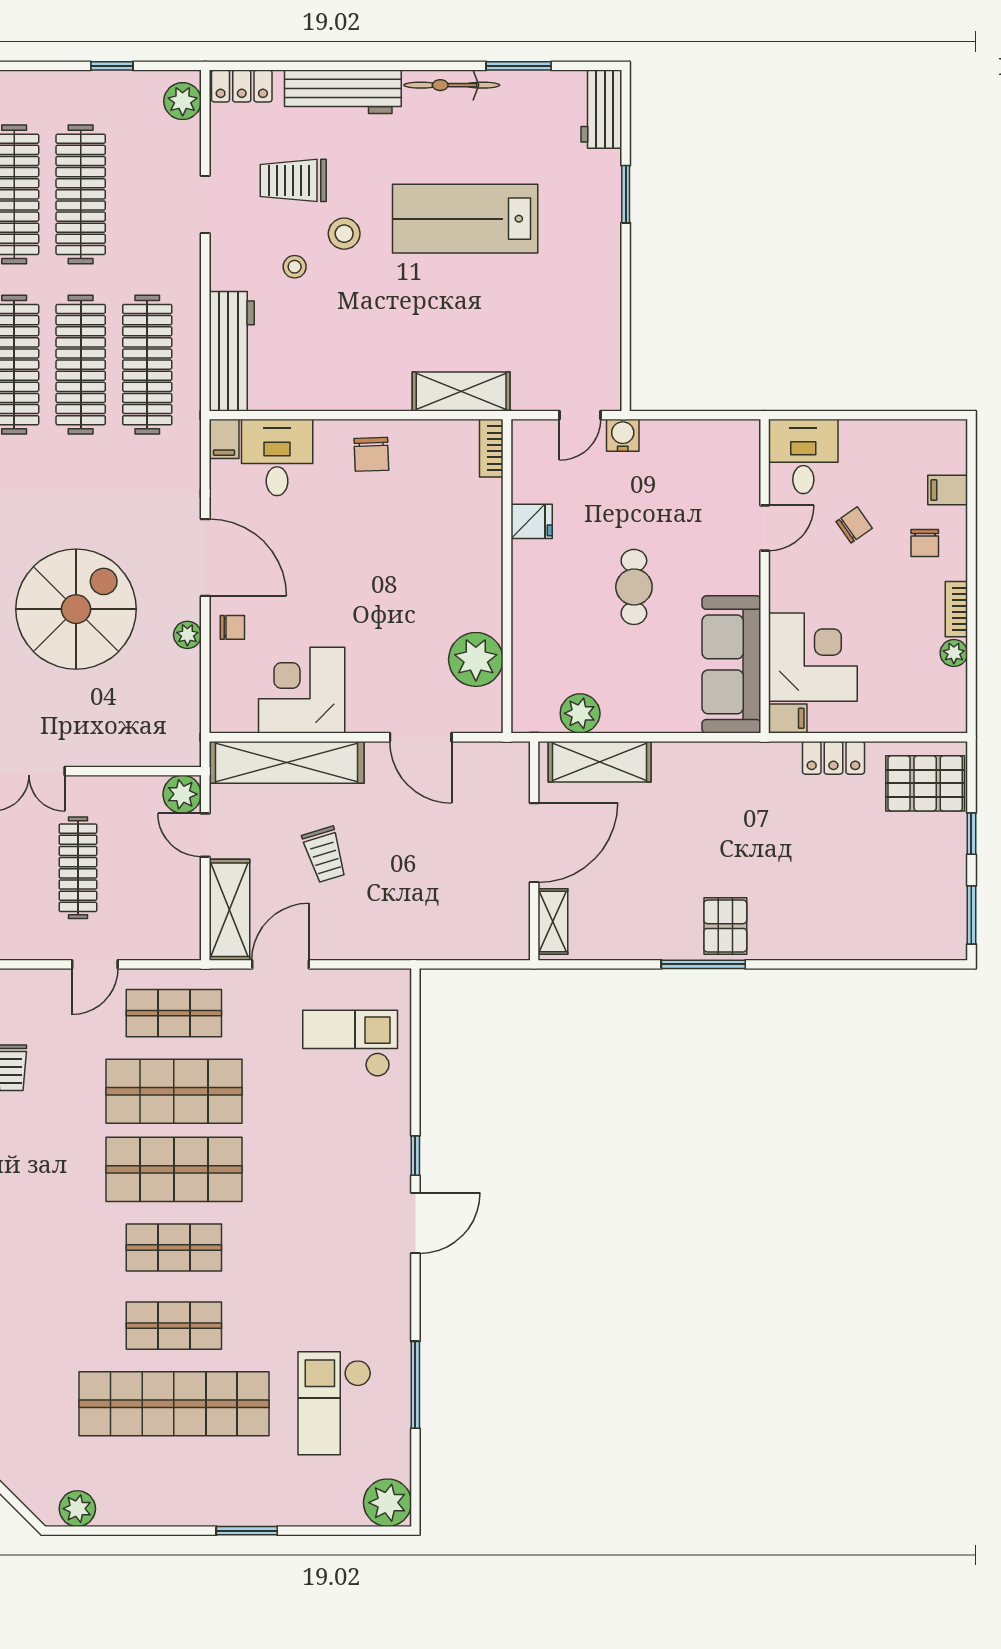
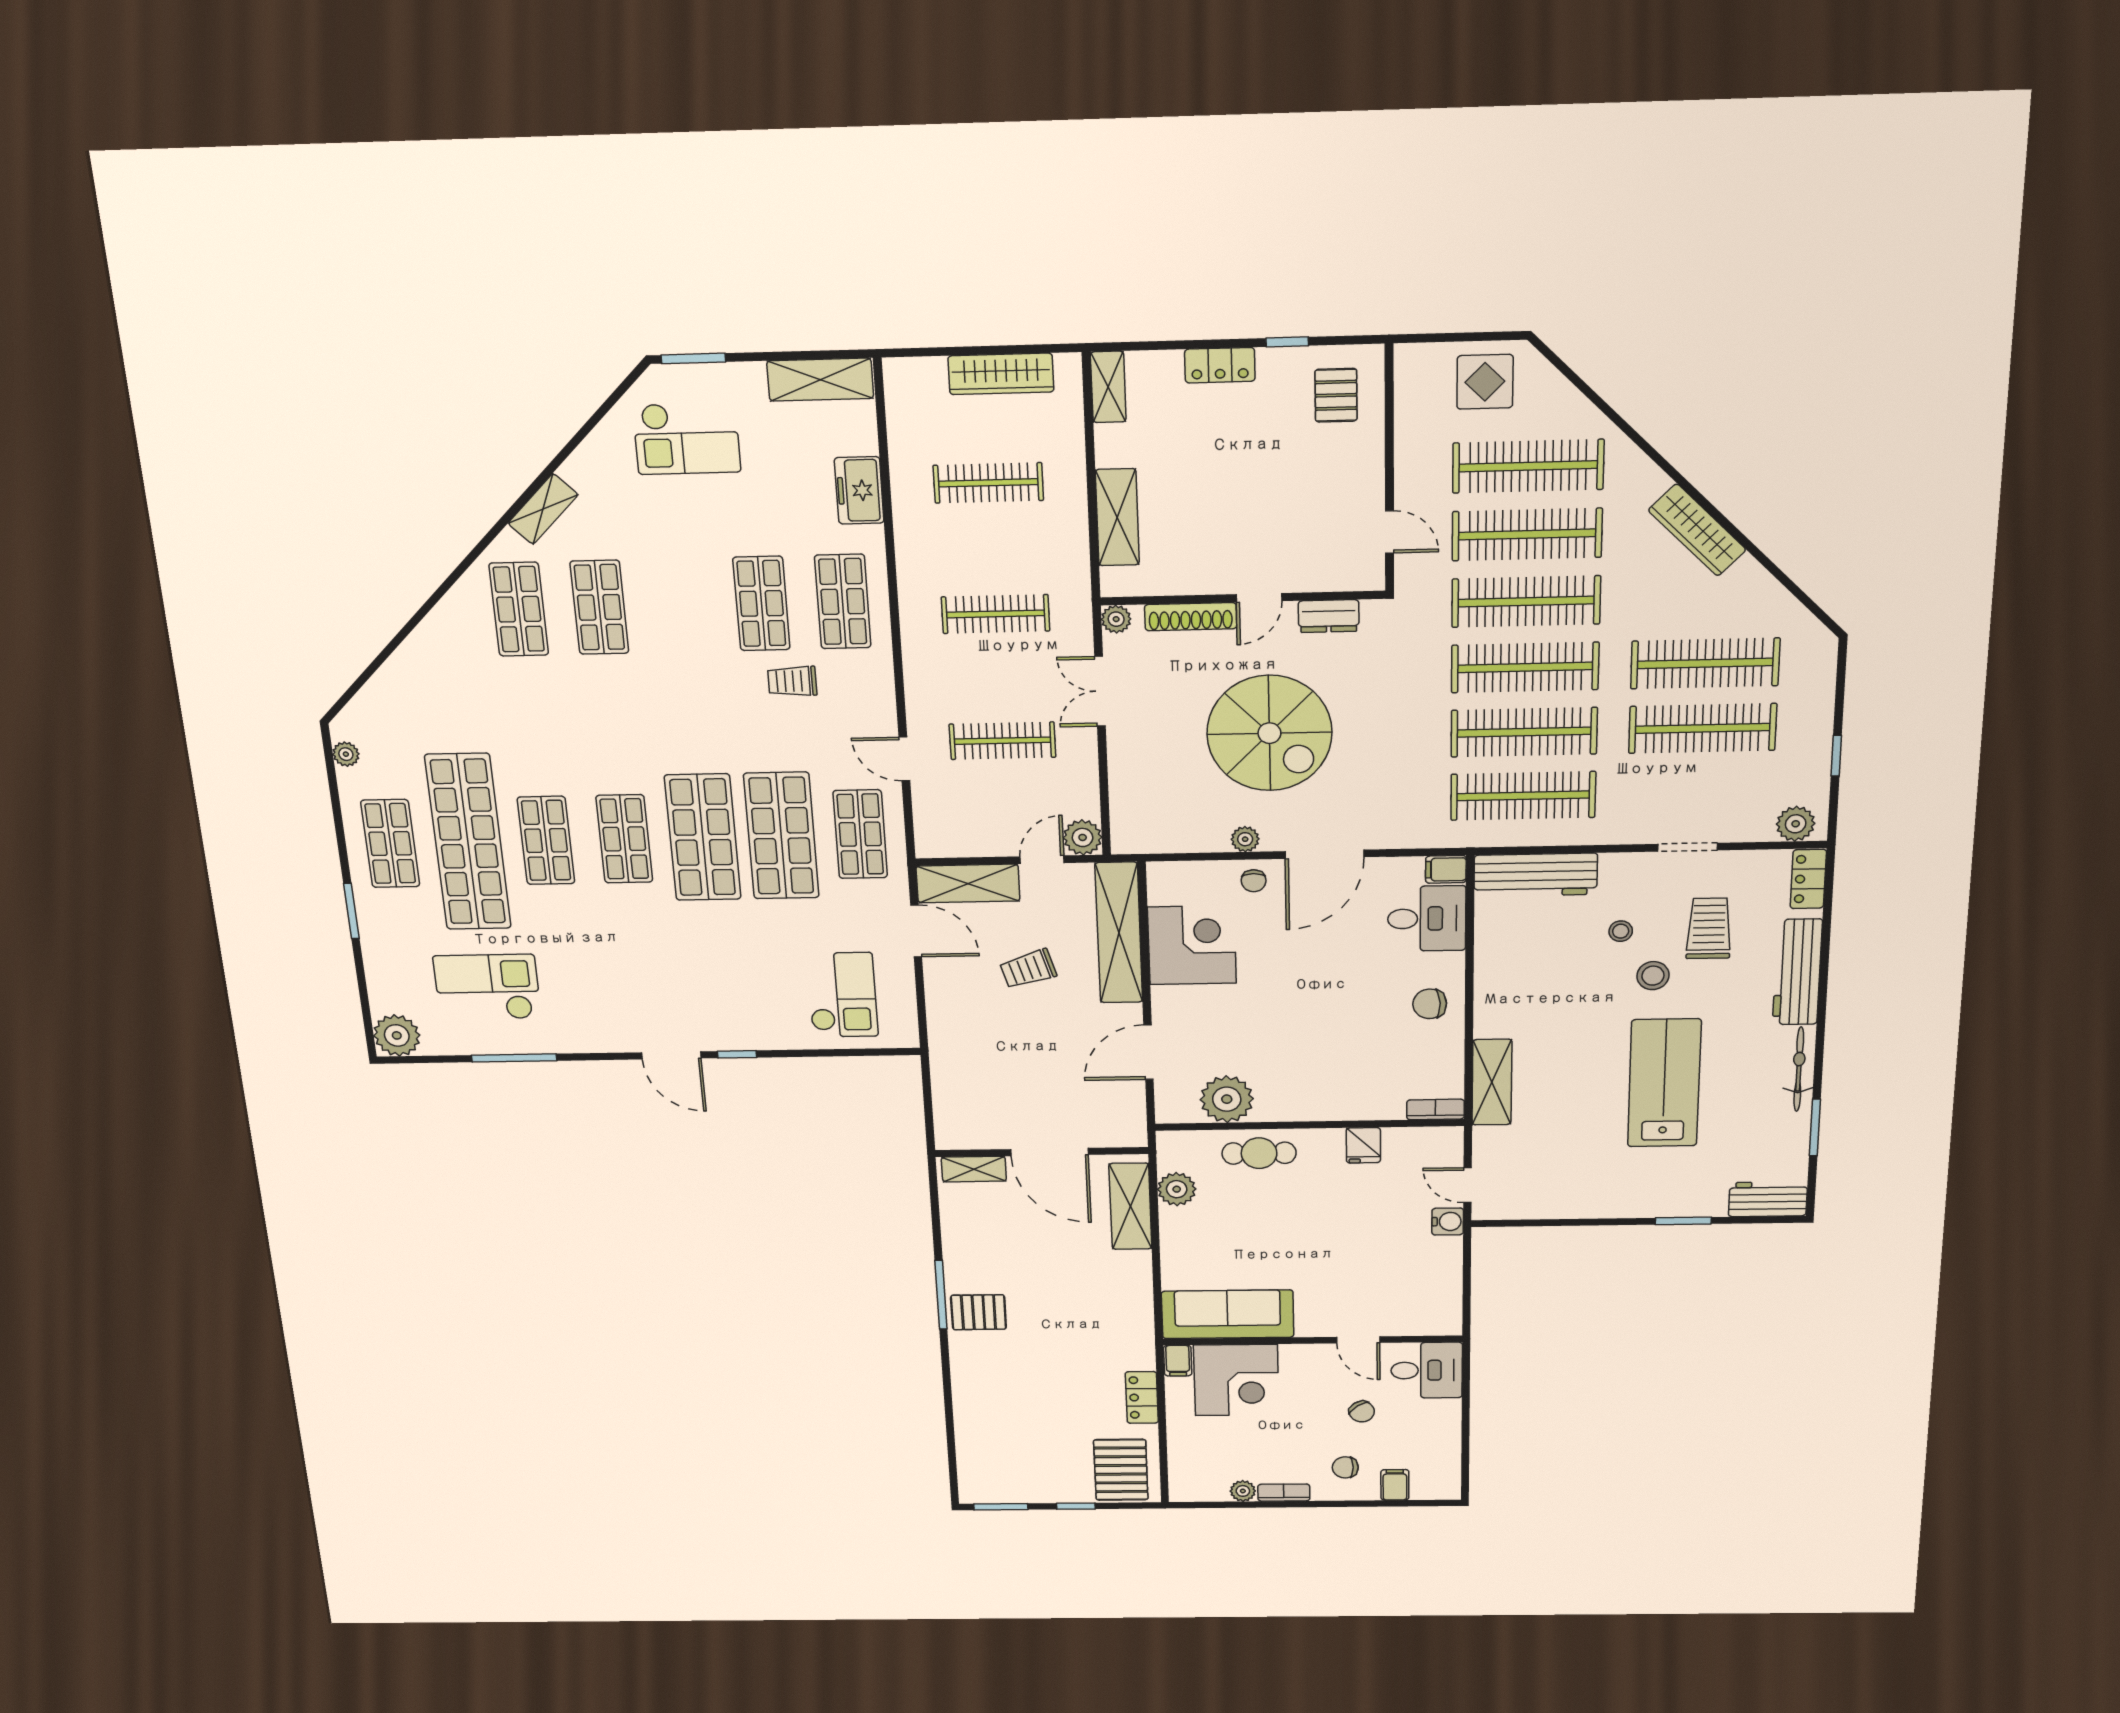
cafe table: (634, 587) -> (1259, 1153), moved
shop shelf: (174, 1482) -> (390, 844), added
plant: (77, 1509) -> (346, 754), width x0.73, depth x0.73

